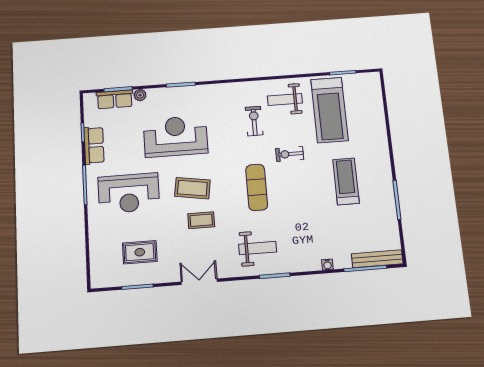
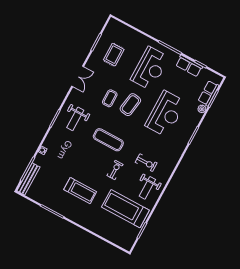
weight bench: (285, 100) -> (147, 188), turned 180
reception desk: (129, 193) -> (150, 68), turned 180

